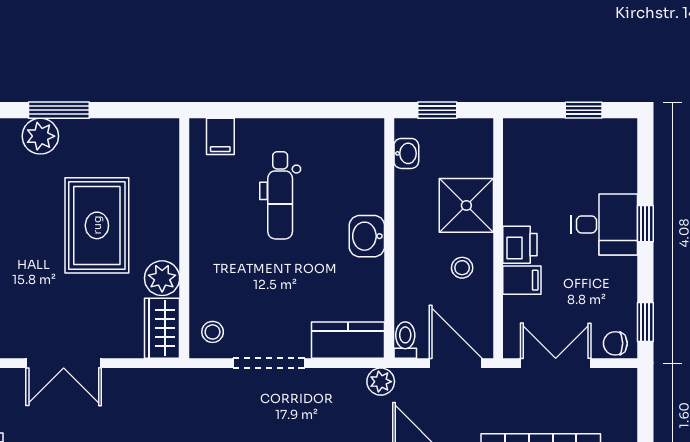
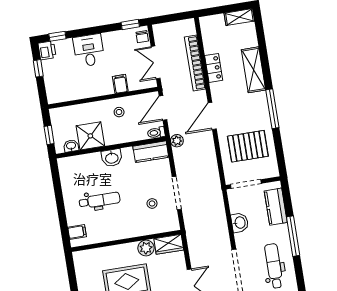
shower: (466, 205) -> (90, 136), moved
window: (645, 224) -> (57, 36), moved
printer: (520, 245) -> (47, 50), moved, turned 90
stool: (213, 332) -> (152, 203), moved
kitchen counter: (348, 340) -> (151, 152), moved, turned -90

